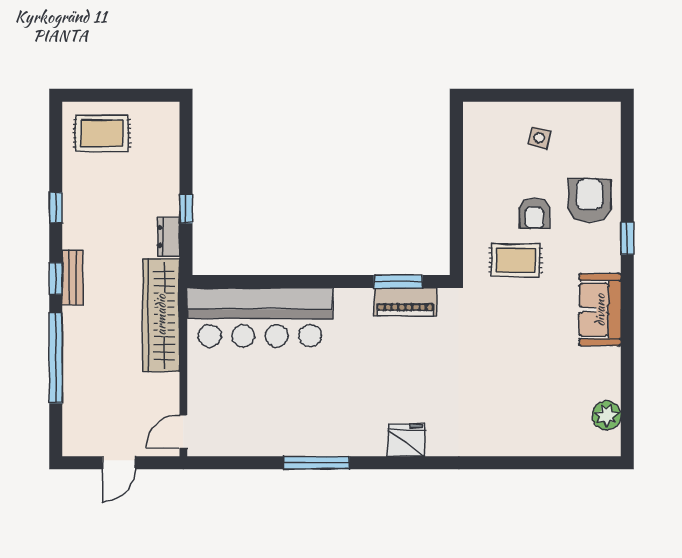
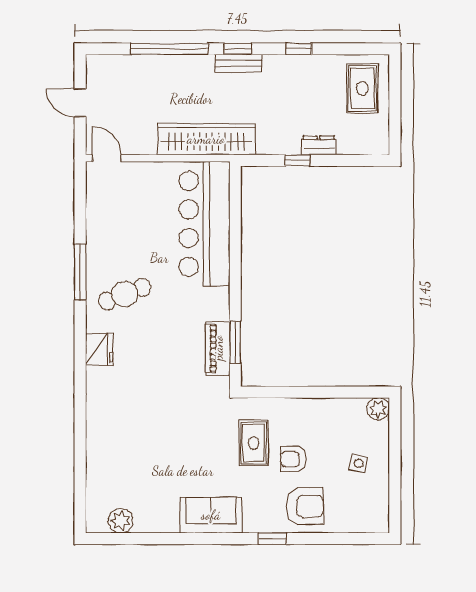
plant: (476, 115) -> (378, 409), added
dresser: (168, 237) -> (319, 145), moved
cafe table: (342, 410) -> (125, 294), added

